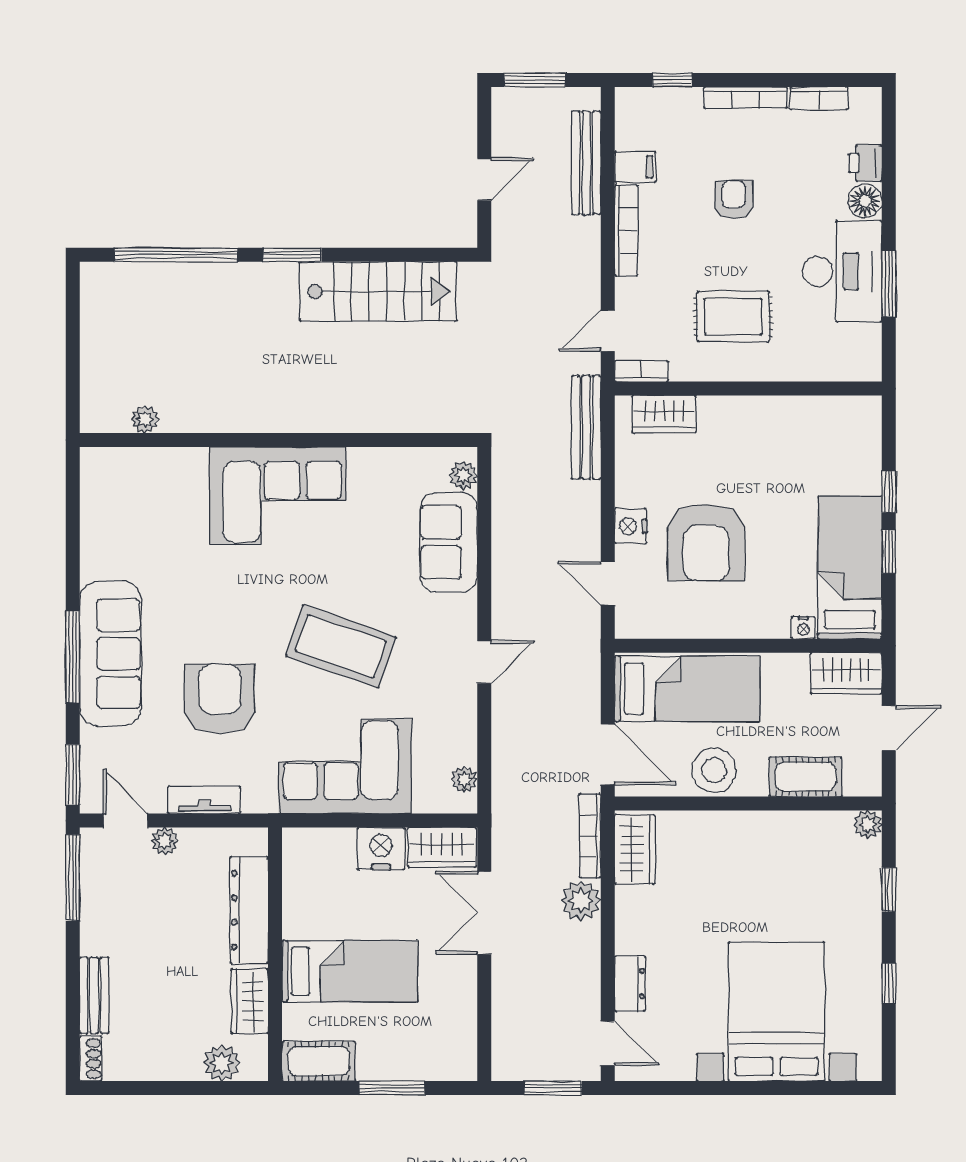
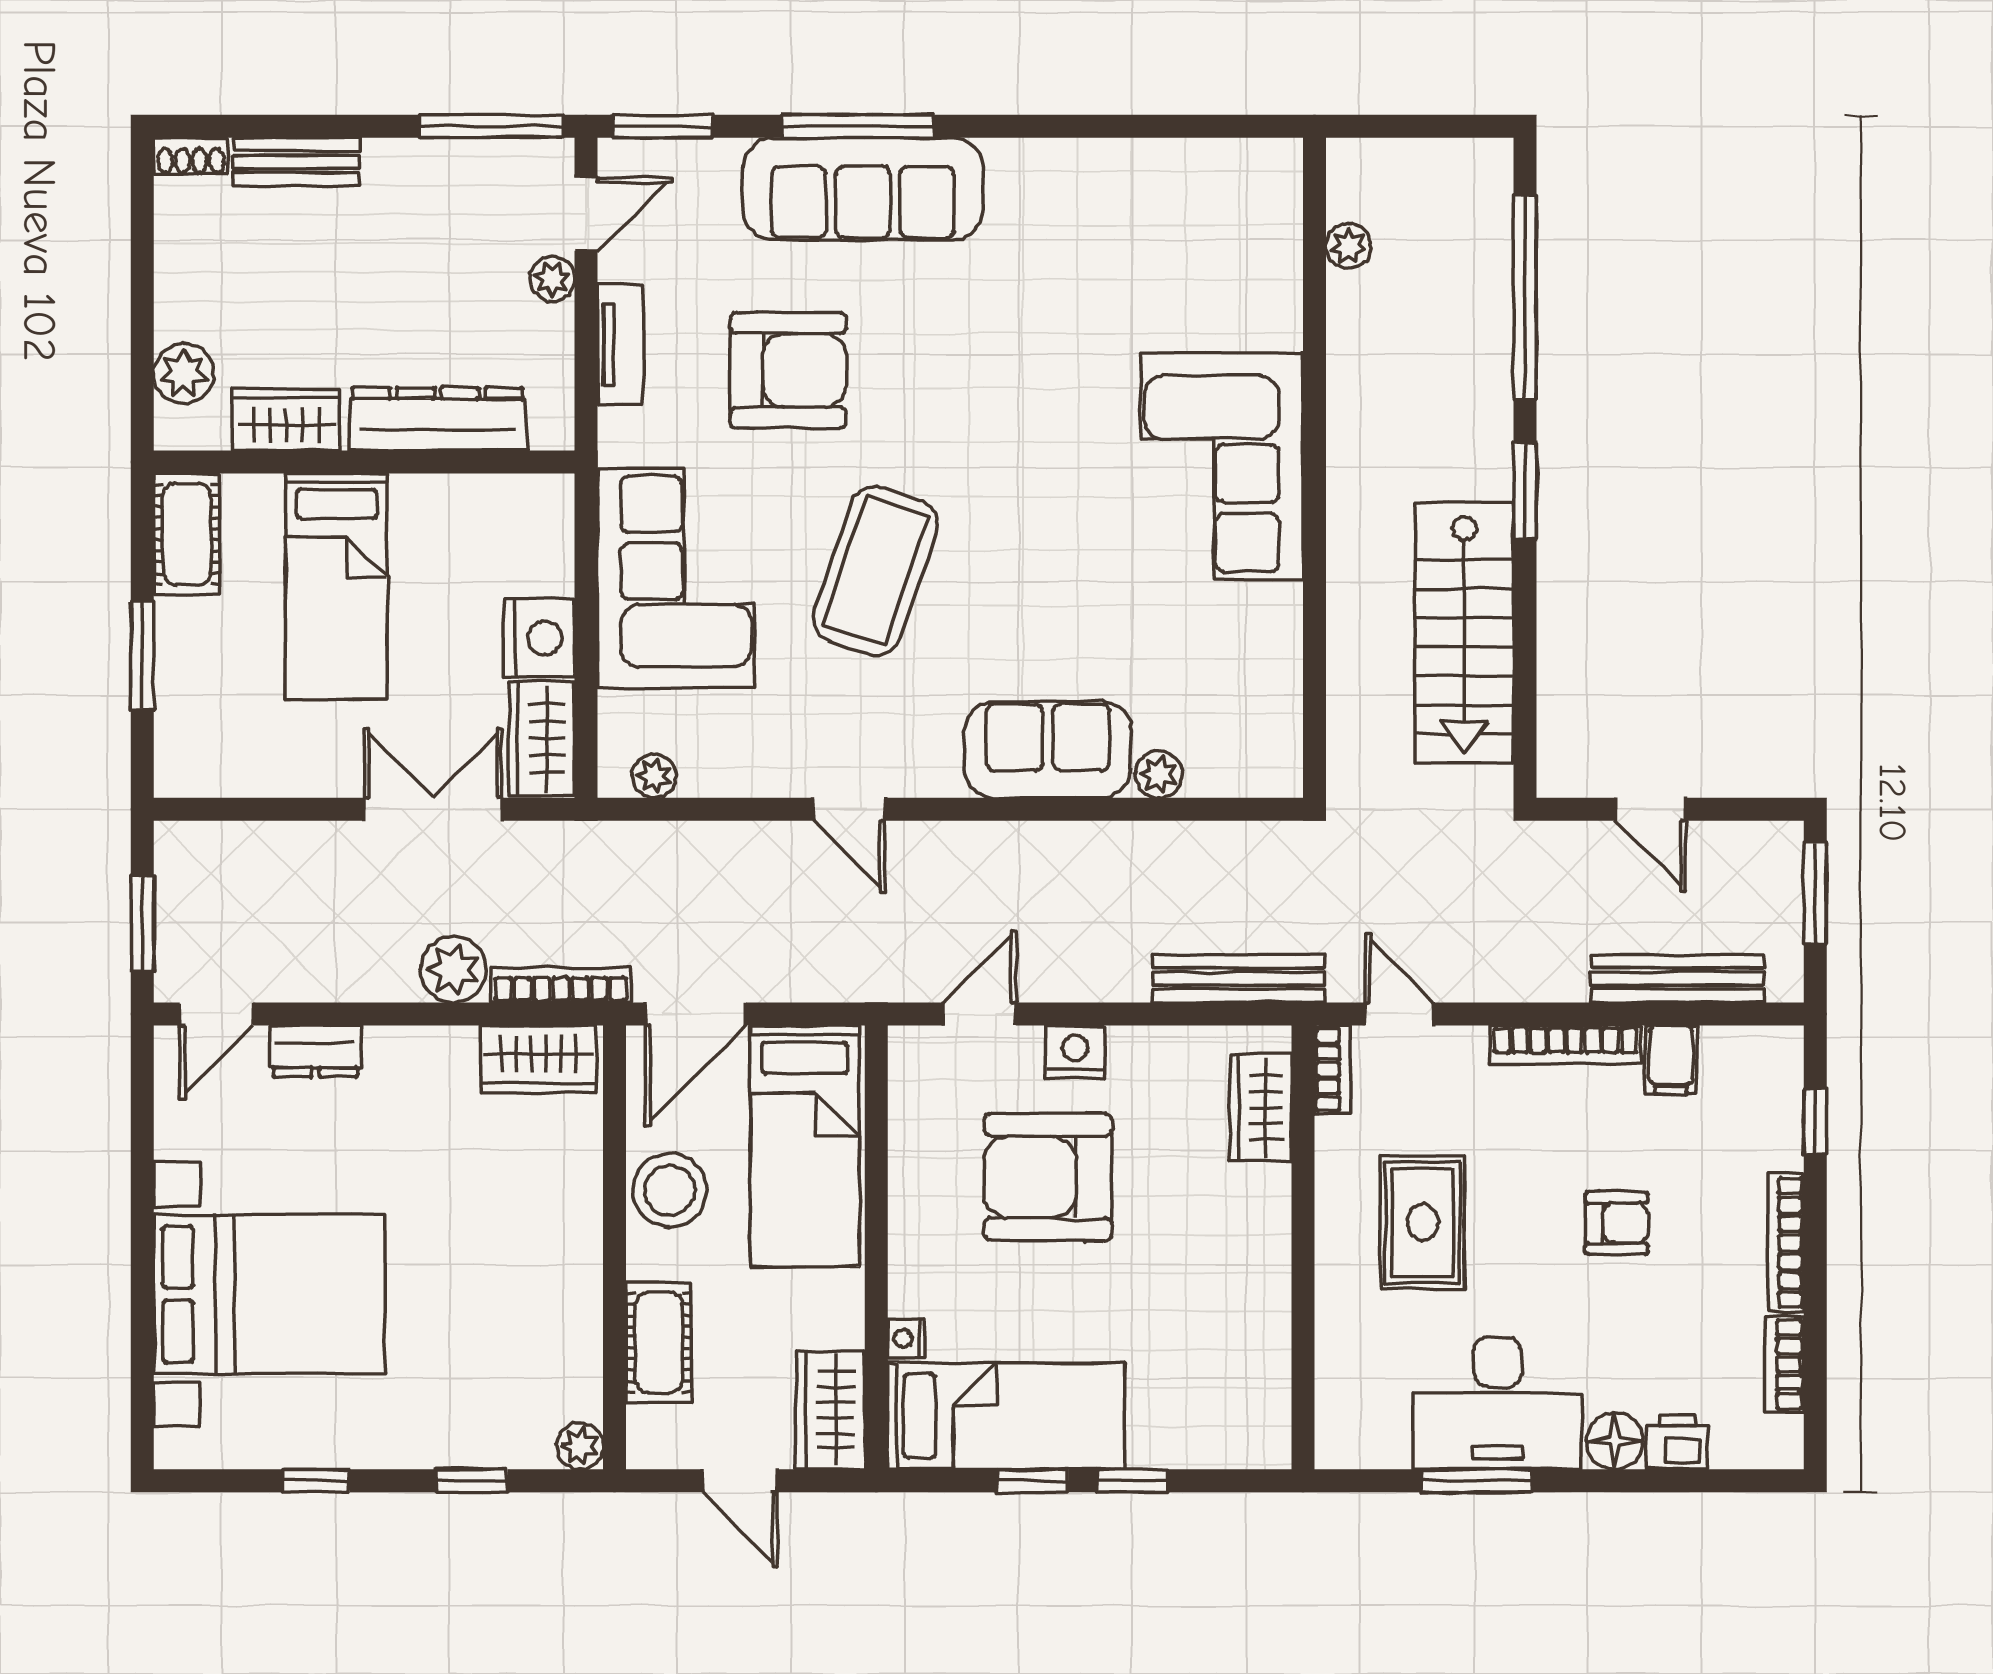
plant: (145, 420) -> (1348, 246), moved
wall: (279, 440) -> (1314, 468), moved
corner sofa: (278, 496) -> (1222, 466), moved

